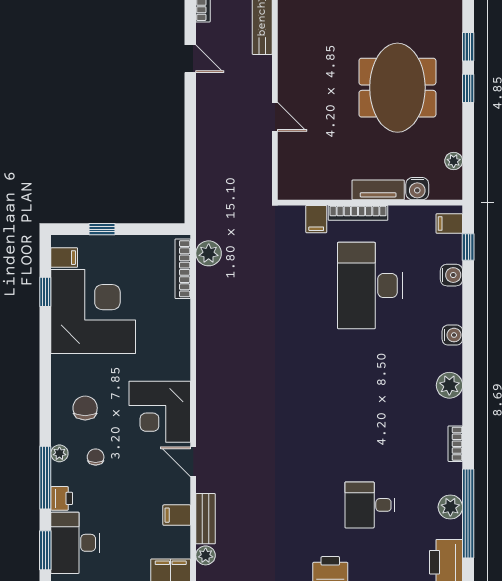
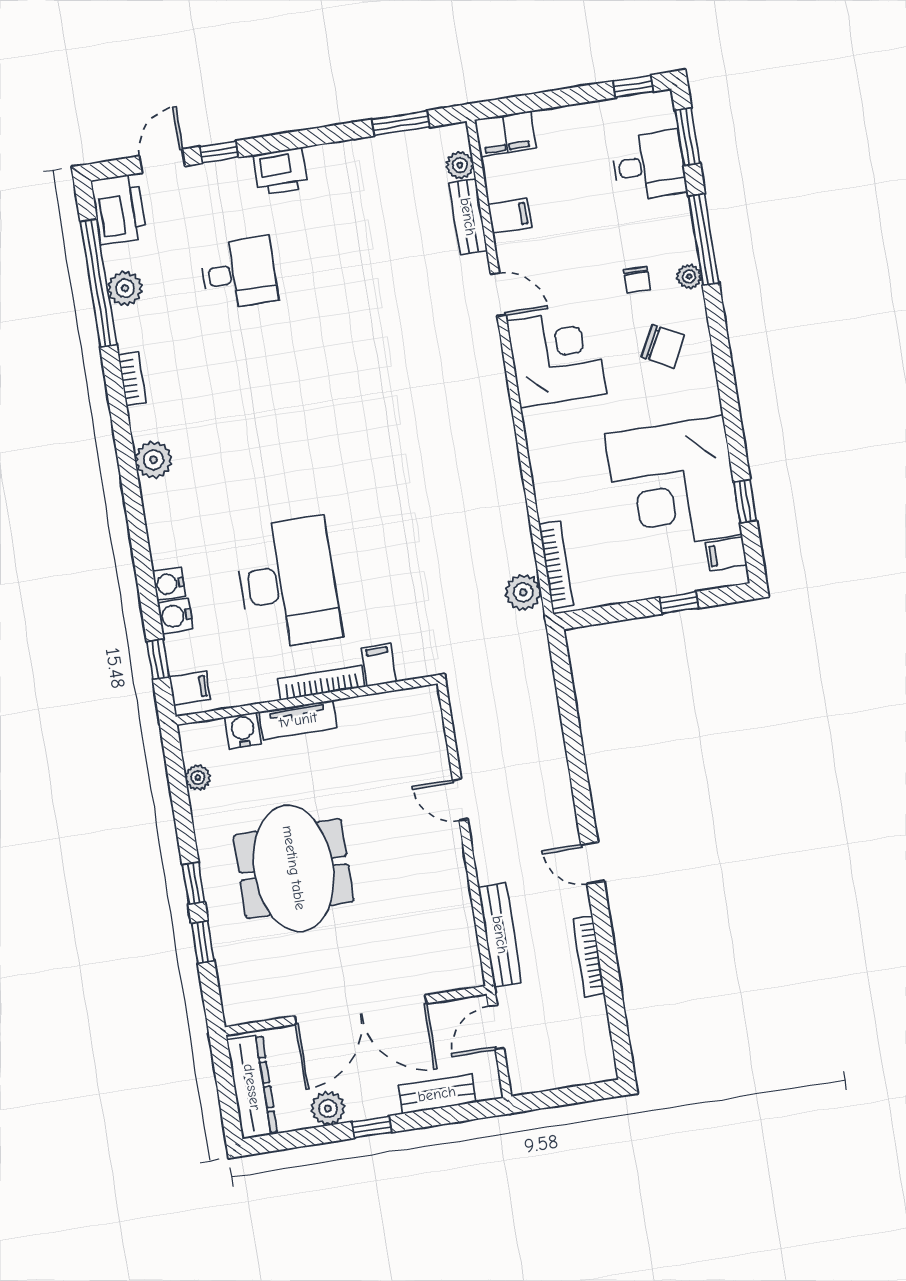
water cooler: (452, 335) -> (169, 584), moved
chair: (85, 408) -> (663, 346), turned -62
printer: (62, 498) -> (676, 213), removed
desk: (75, 543) -> (649, 166), width x0.73

